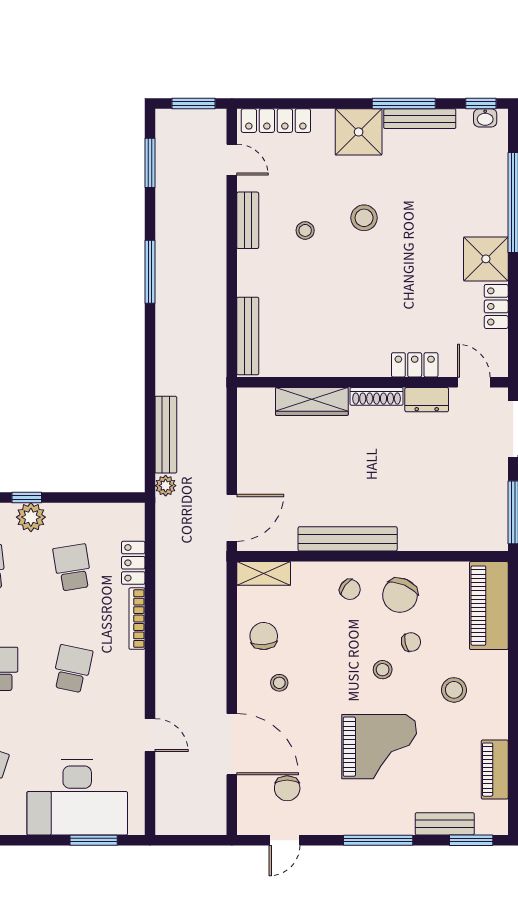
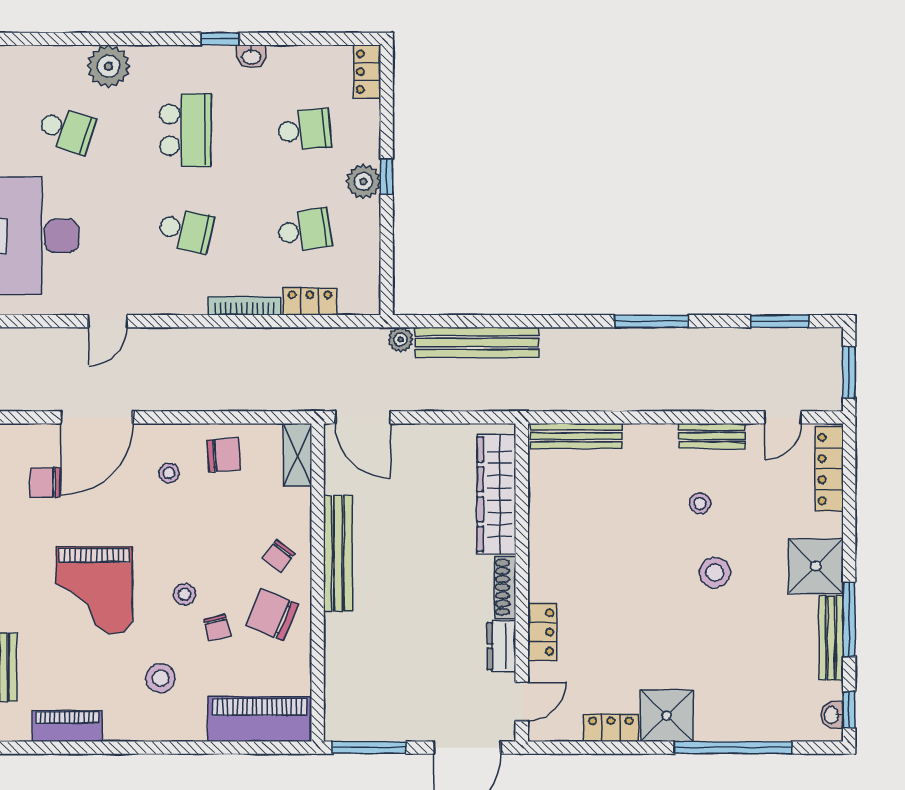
wardrobe: (312, 401) -> (496, 494), width x1.40, depth x1.17
bench: (166, 435) -> (477, 343), width x1.37, depth x1.21

